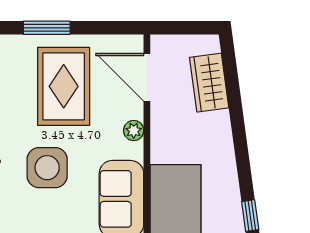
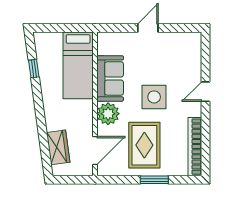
door: (147, 77) -> (95, 151), hinge flipped
plant: (134, 131) -> (108, 114), width x1.88, depth x1.88

